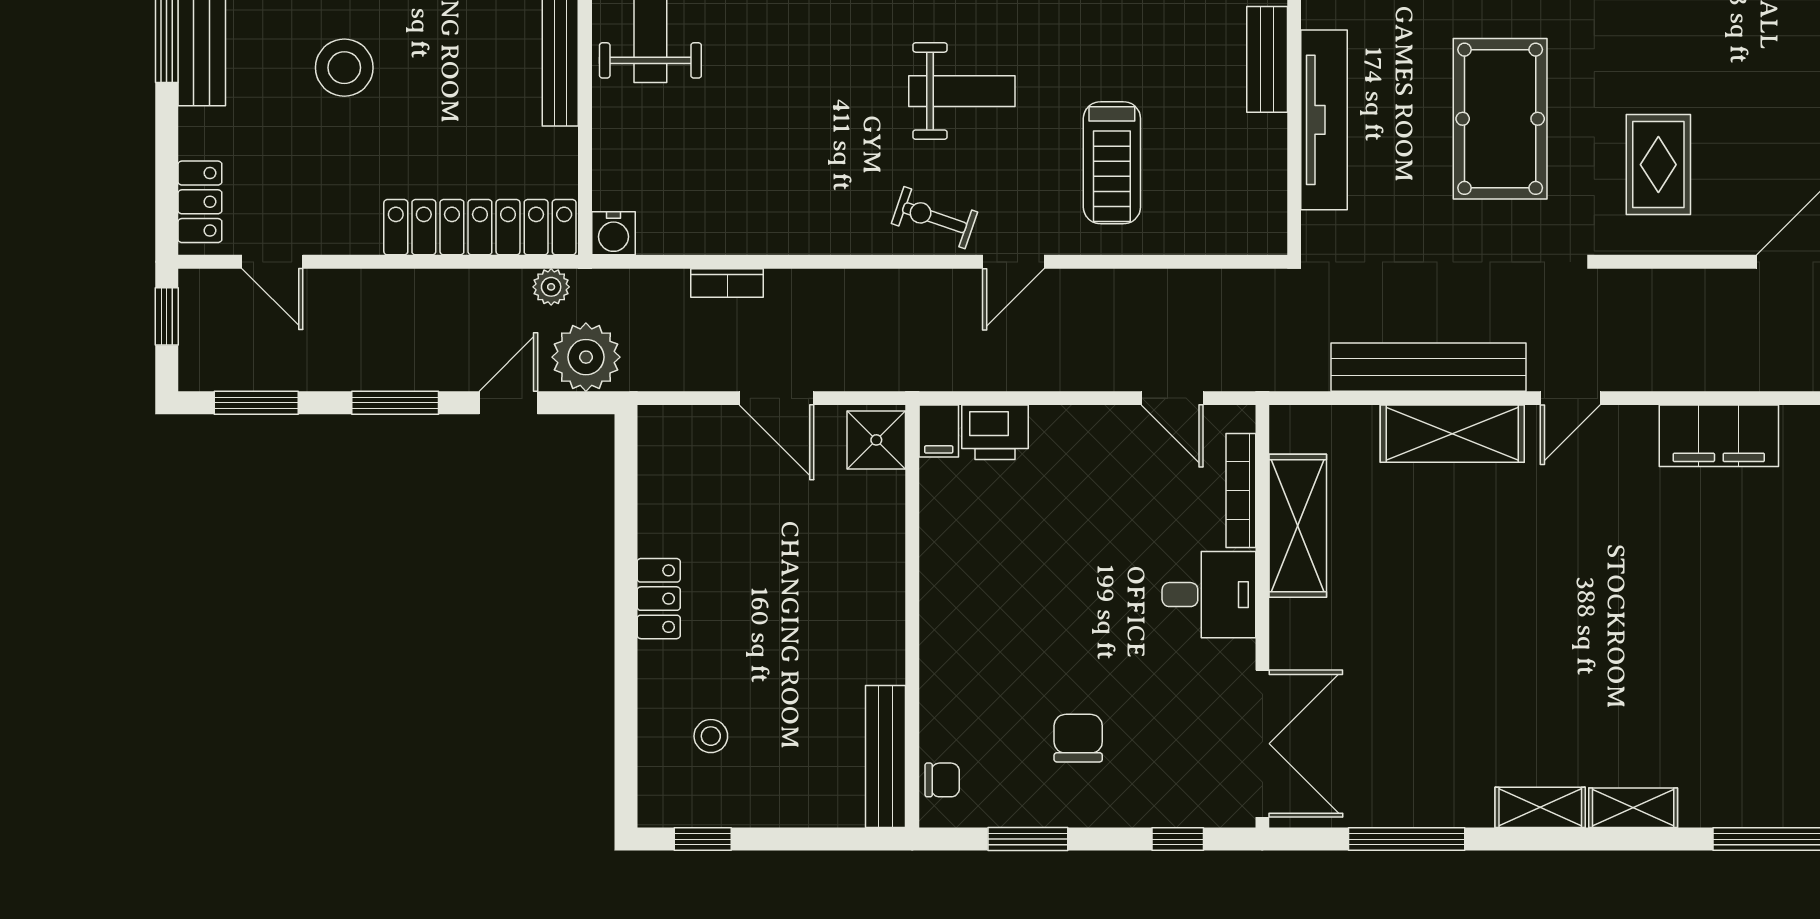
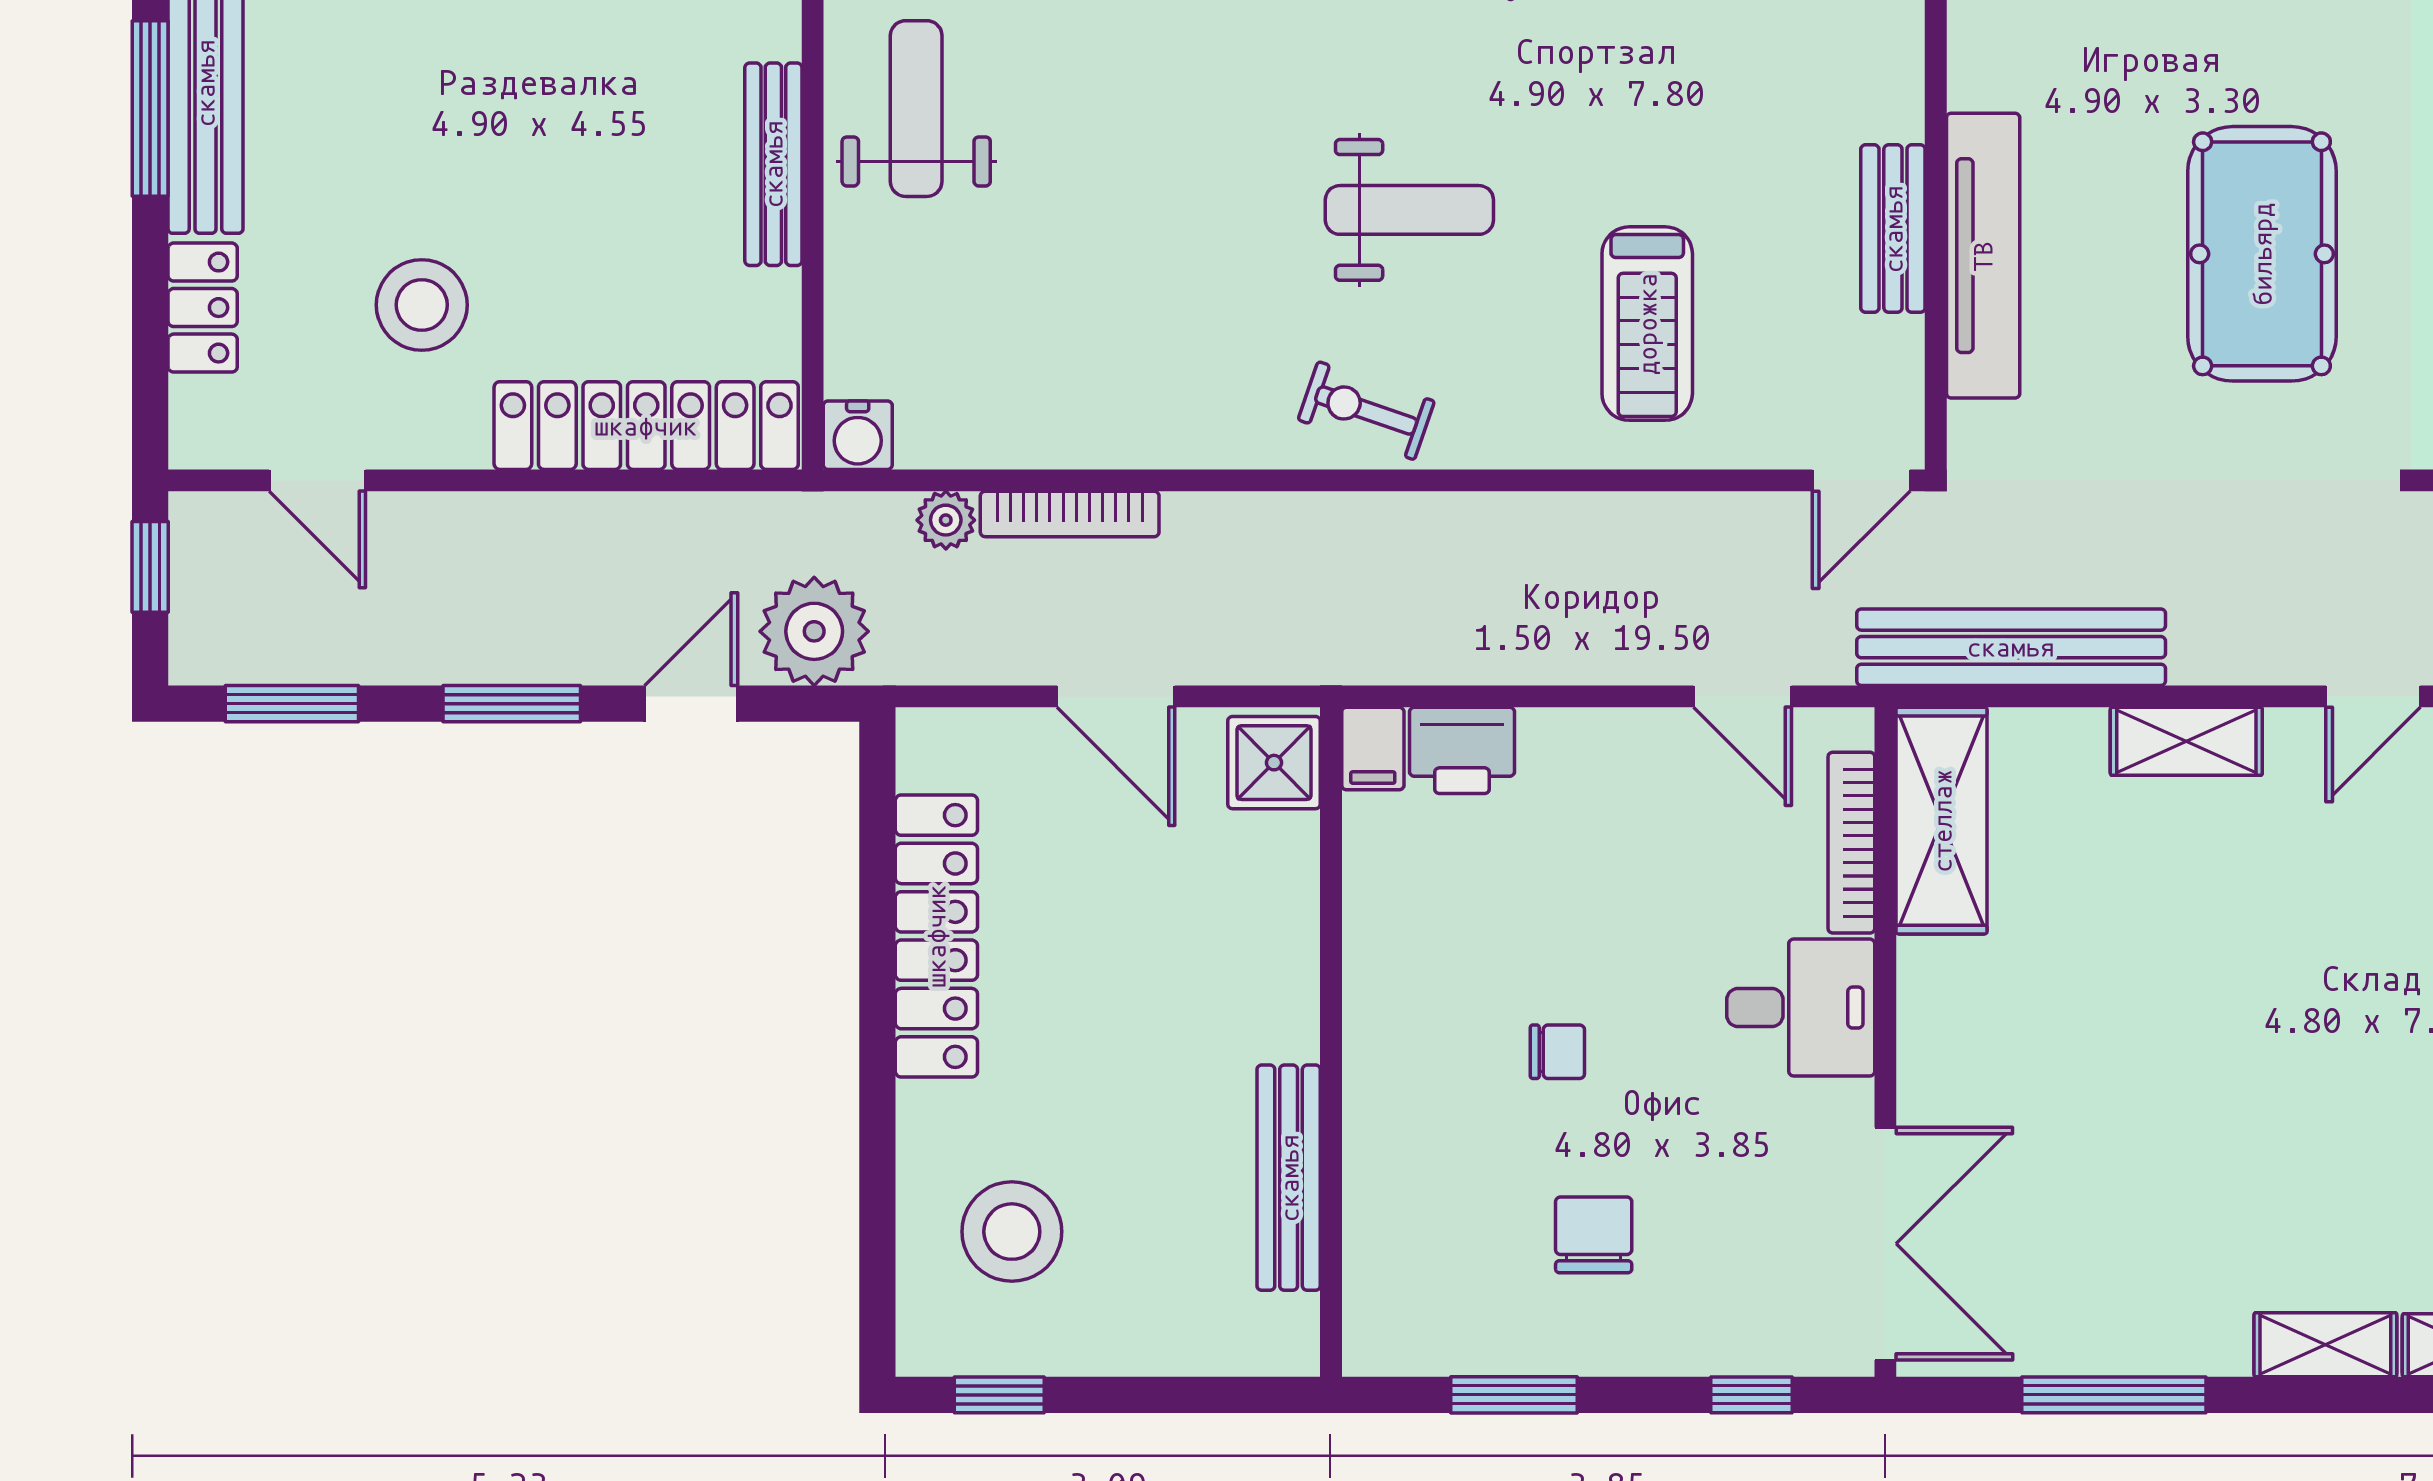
bench: (1267, 59) -> (1893, 229), moved
stool: (344, 68) -> (422, 305), moved
locker: (200, 202) -> (203, 308), moved
door: (1013, 262) -> (1861, 480), moved
bookcase: (727, 283) -> (1070, 514), width x1.56
plant: (551, 287) -> (946, 520), moved
bench: (1429, 367) -> (2011, 647), moved
shelving: (1452, 434) -> (2186, 741), width x0.67, depth x0.75
shelving: (1298, 526) -> (1942, 821), moved
locker: (659, 599) -> (936, 936), width x2.16, depth x1.21
stool: (711, 736) -> (1012, 1232), width x1.89, depth x1.89
bench: (886, 757) -> (1289, 1178), moved
chair: (942, 780) -> (1557, 1052), moved

